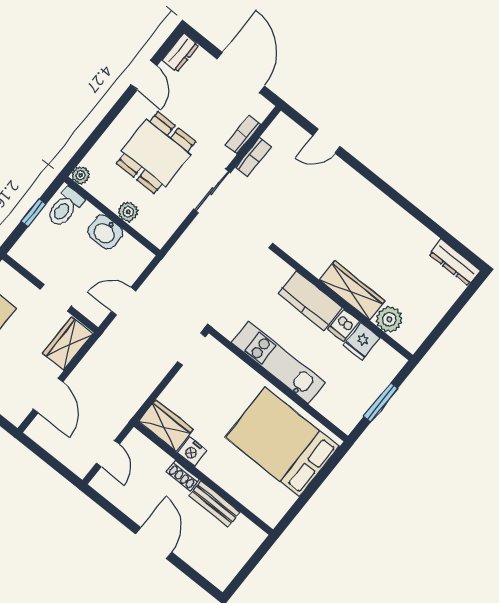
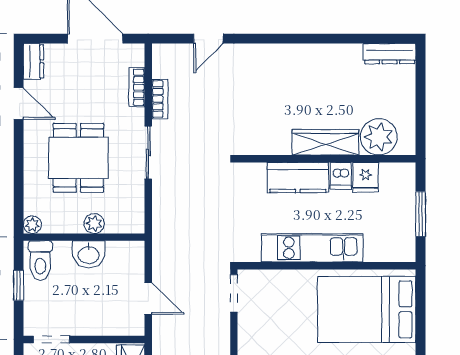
doorway: (56, 298) -> (51, 339), moved
door: (124, 301) -> (148, 298), swing flipped
plant: (389, 319) -> (379, 137), width x1.36, depth x1.36

